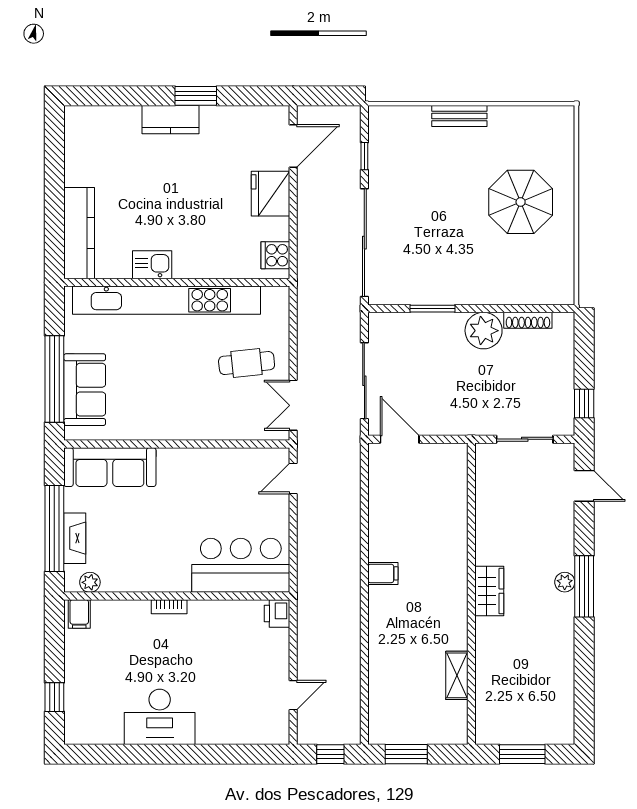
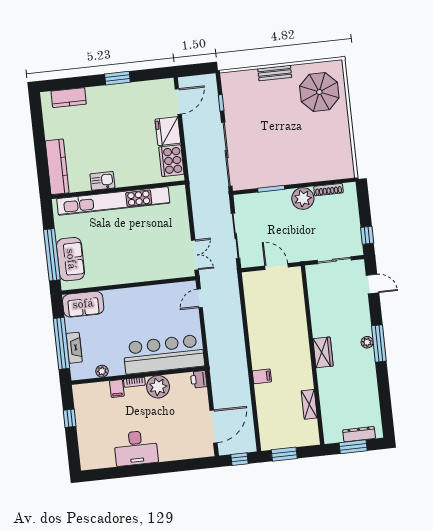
kitchen counter: (170, 120) -> (69, 98), moved
parasol: (521, 202) -> (319, 92), moved
cooker: (275, 255) -> (171, 161), width x1.87, depth x1.31
cafe table: (247, 363) -> (165, 233), removed
double door: (293, 405) -> (195, 255), swing flipped
door: (400, 439) -> (277, 266), moved
sofa: (110, 467) -> (83, 304), width x0.73
bar counter: (241, 565) -> (164, 354), width x1.36
filing cabinet: (383, 573) -> (262, 376), moved
plant: (90, 582) -> (102, 371), moved
filing cabinet: (79, 614) -> (117, 388), moved
plant: (208, 619) -> (158, 387), added
door: (293, 695) -> (214, 427), width x1.88
window: (54, 697) -> (70, 418), moved
dresser: (535, 734) -> (359, 434), added

